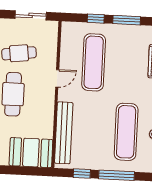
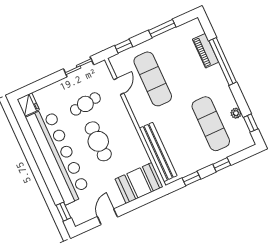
window: (96, 19) -> (124, 46), moved
door: (57, 78) -> (119, 86), moved
window: (117, 175) -> (222, 165), width x0.46

